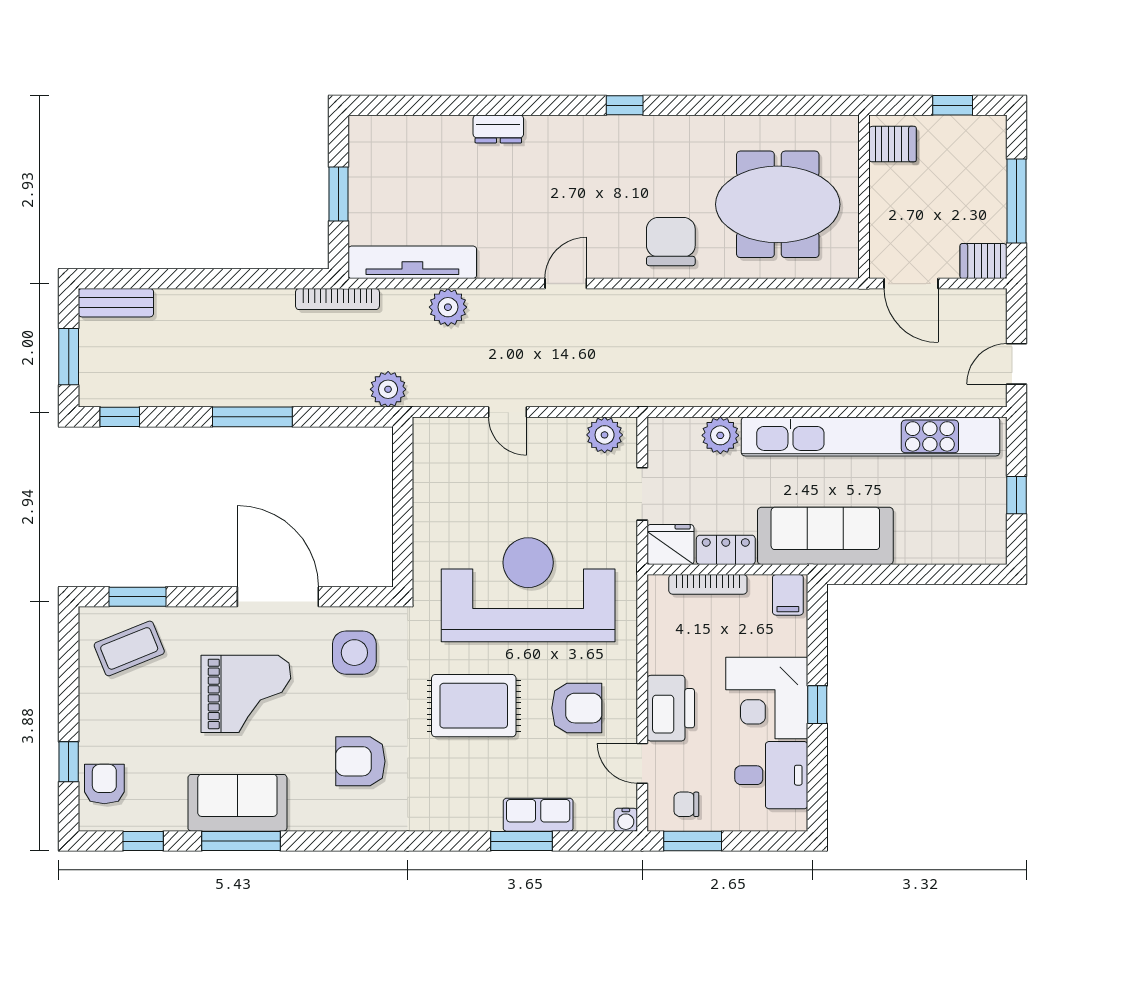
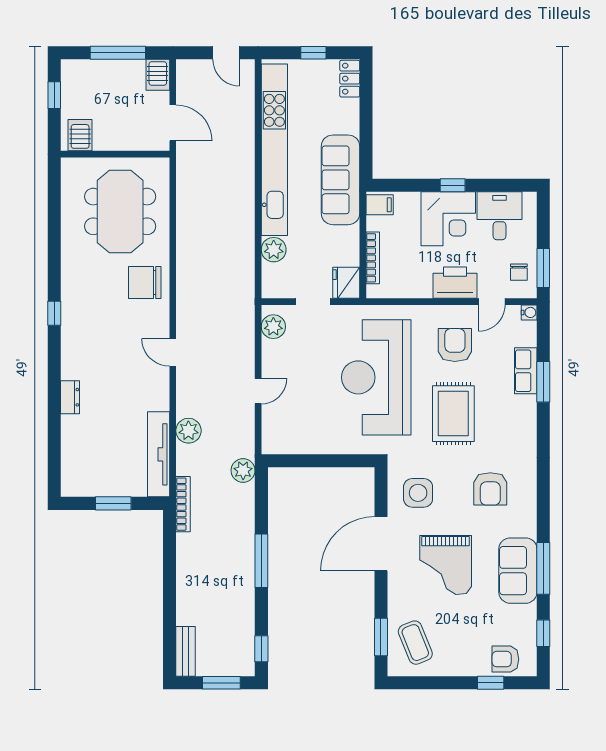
door: (911, 284) -> (173, 123), hinge flipped
locker: (726, 550) -> (350, 79), moved
grand piano: (246, 694) -> (446, 565), turned 180

